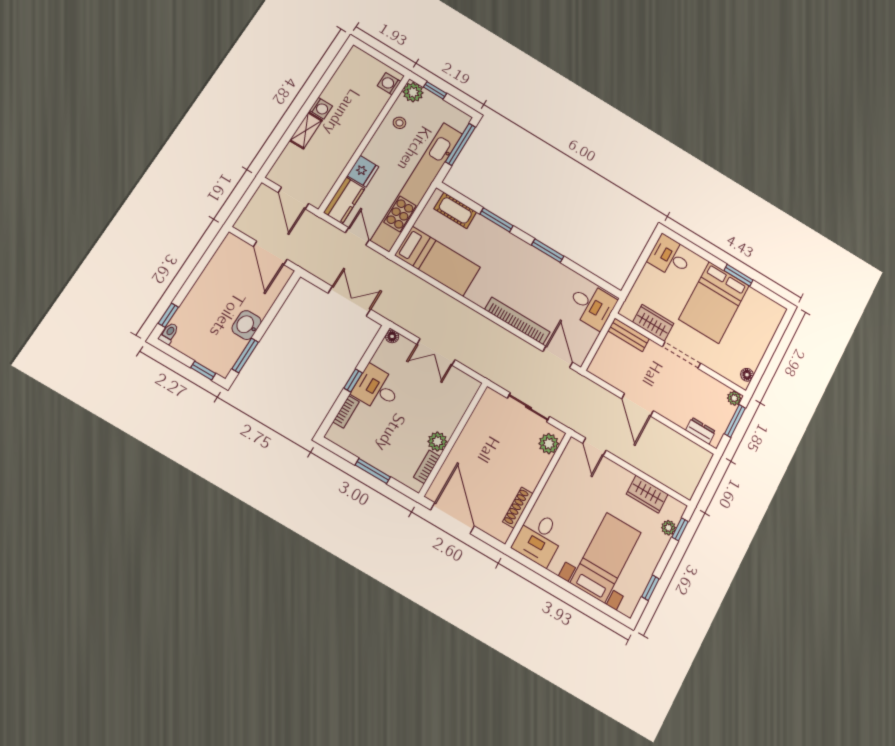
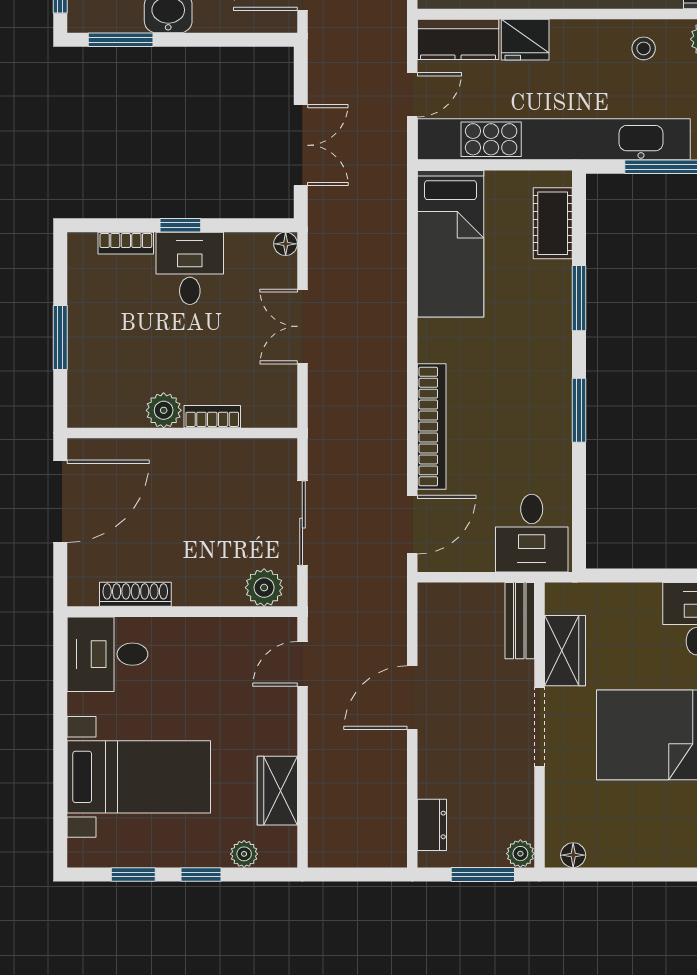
bookcase: (427, 467) -> (212, 417), moved
window: (680, 529) -> (201, 874), moved

